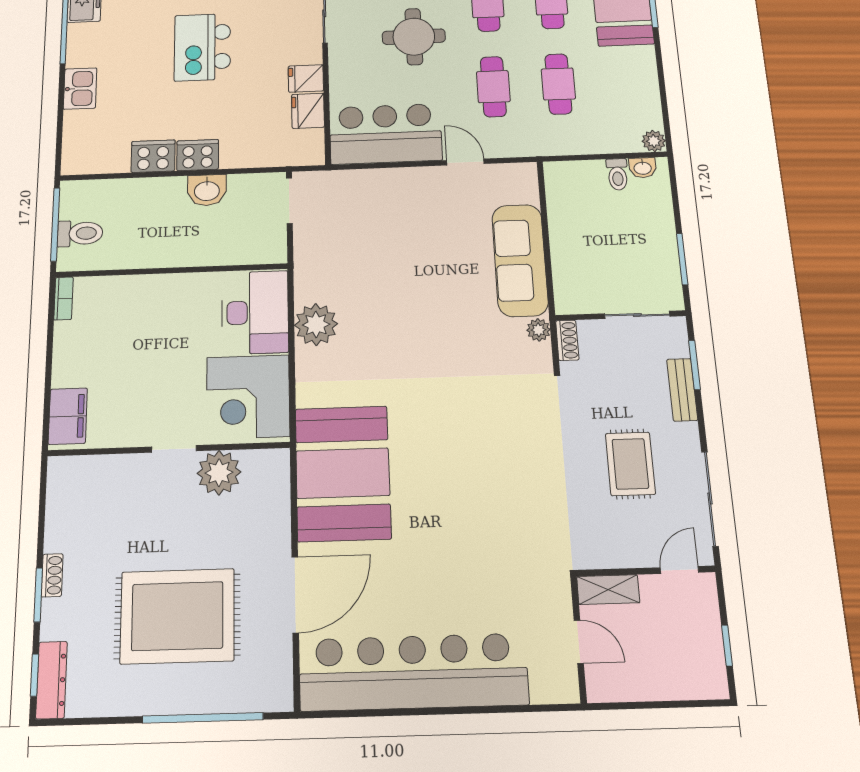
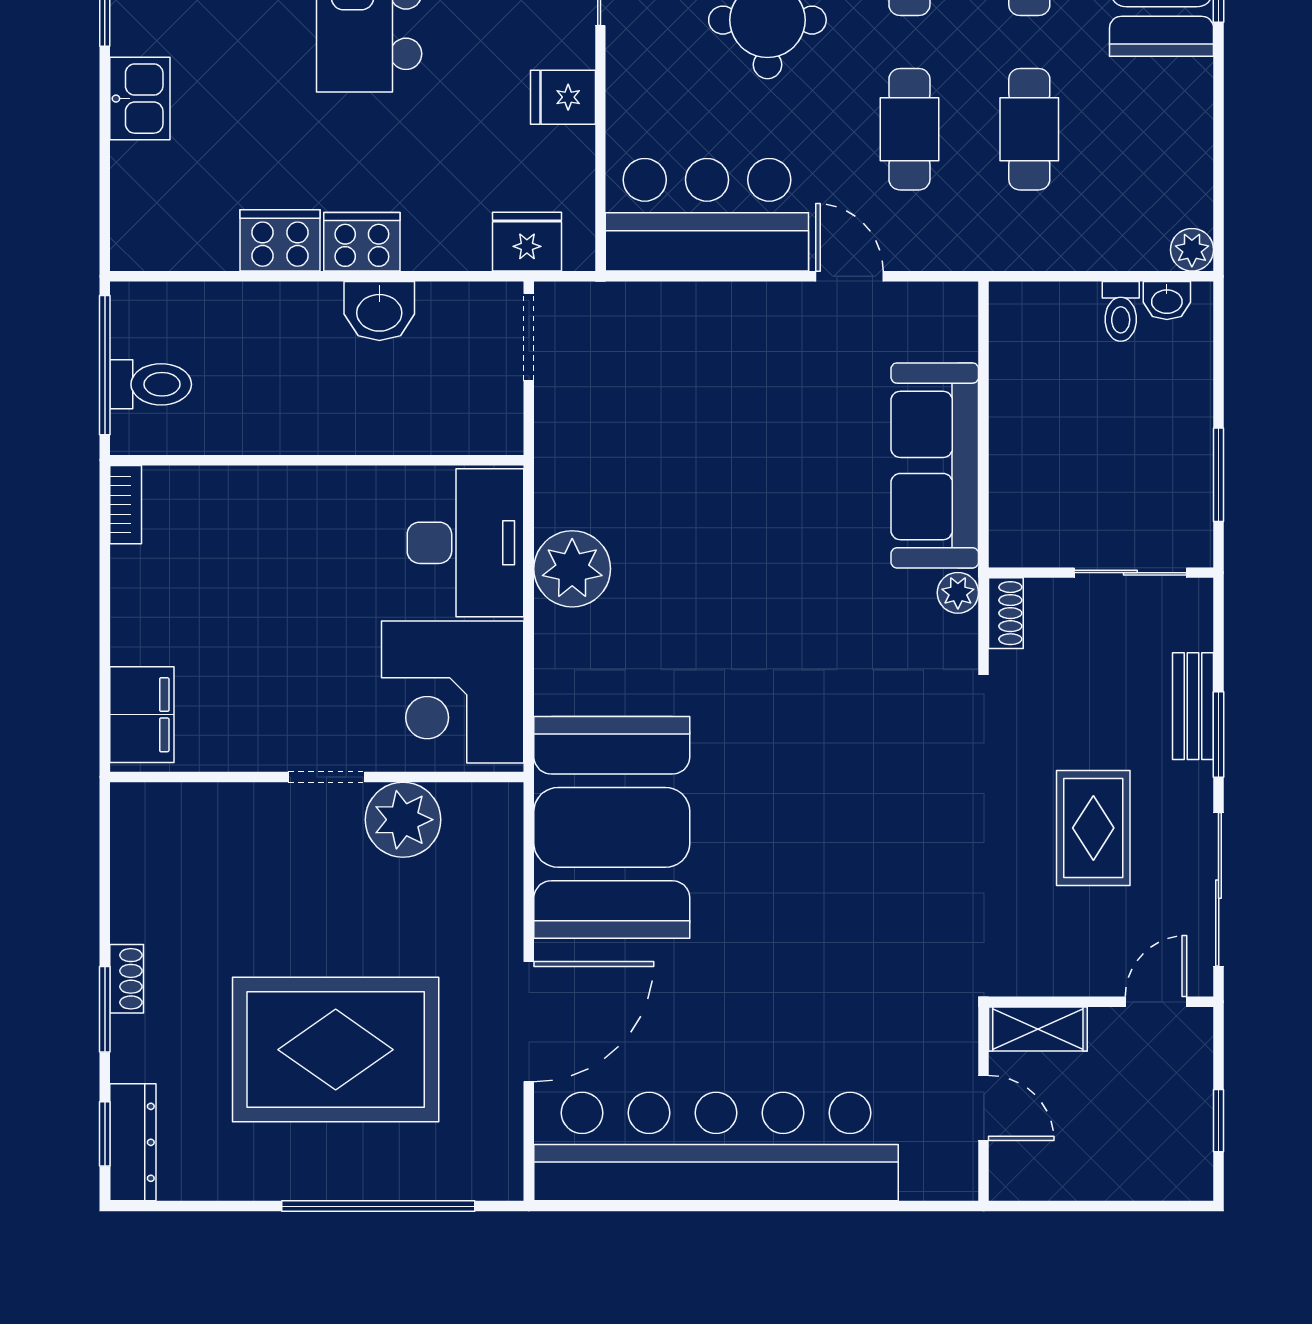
fridge: (308, 111) -> (527, 242), moved, turned 90
window: (694, 365) -> (1219, 734), moved

